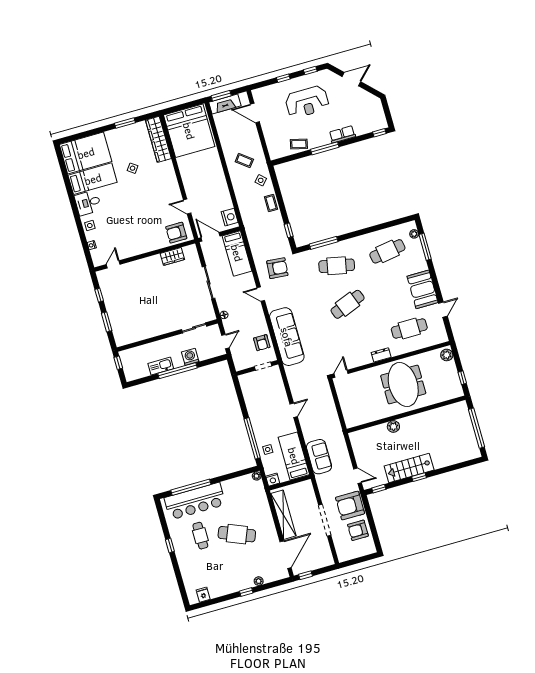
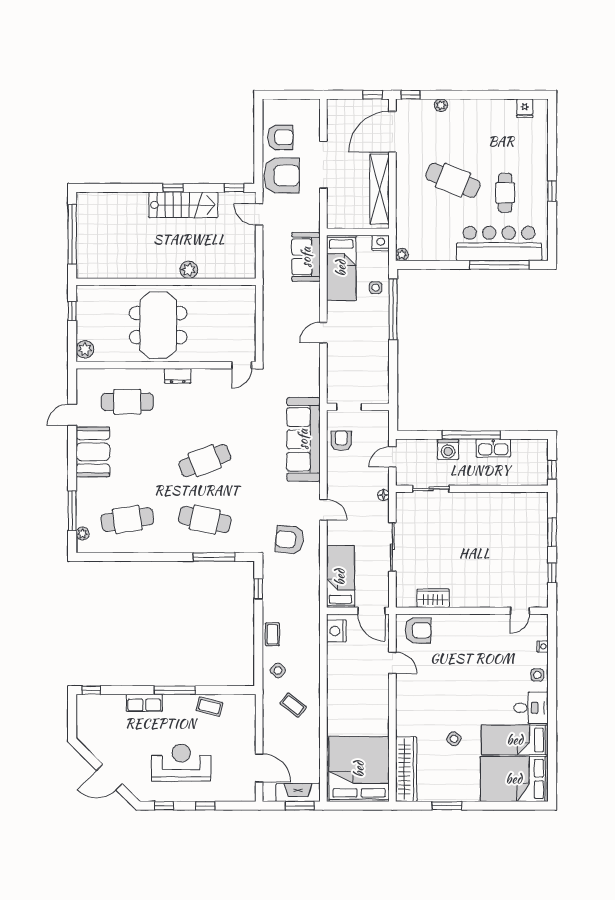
window: (246, 592) -> (411, 95), moved

